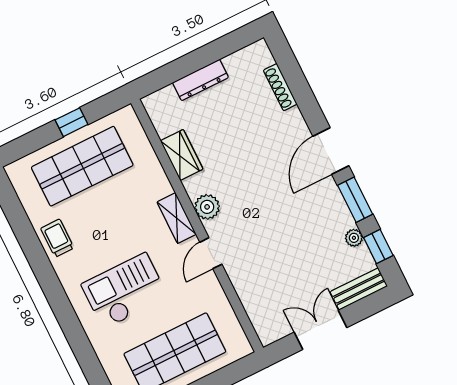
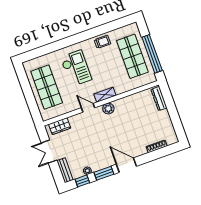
dresser: (201, 80) -> (159, 99), moved
window: (71, 122) -> (152, 54), width x3.17
wardrobe: (182, 155) -> (60, 126), moved
double door: (320, 330) -> (49, 152), swing flipped

